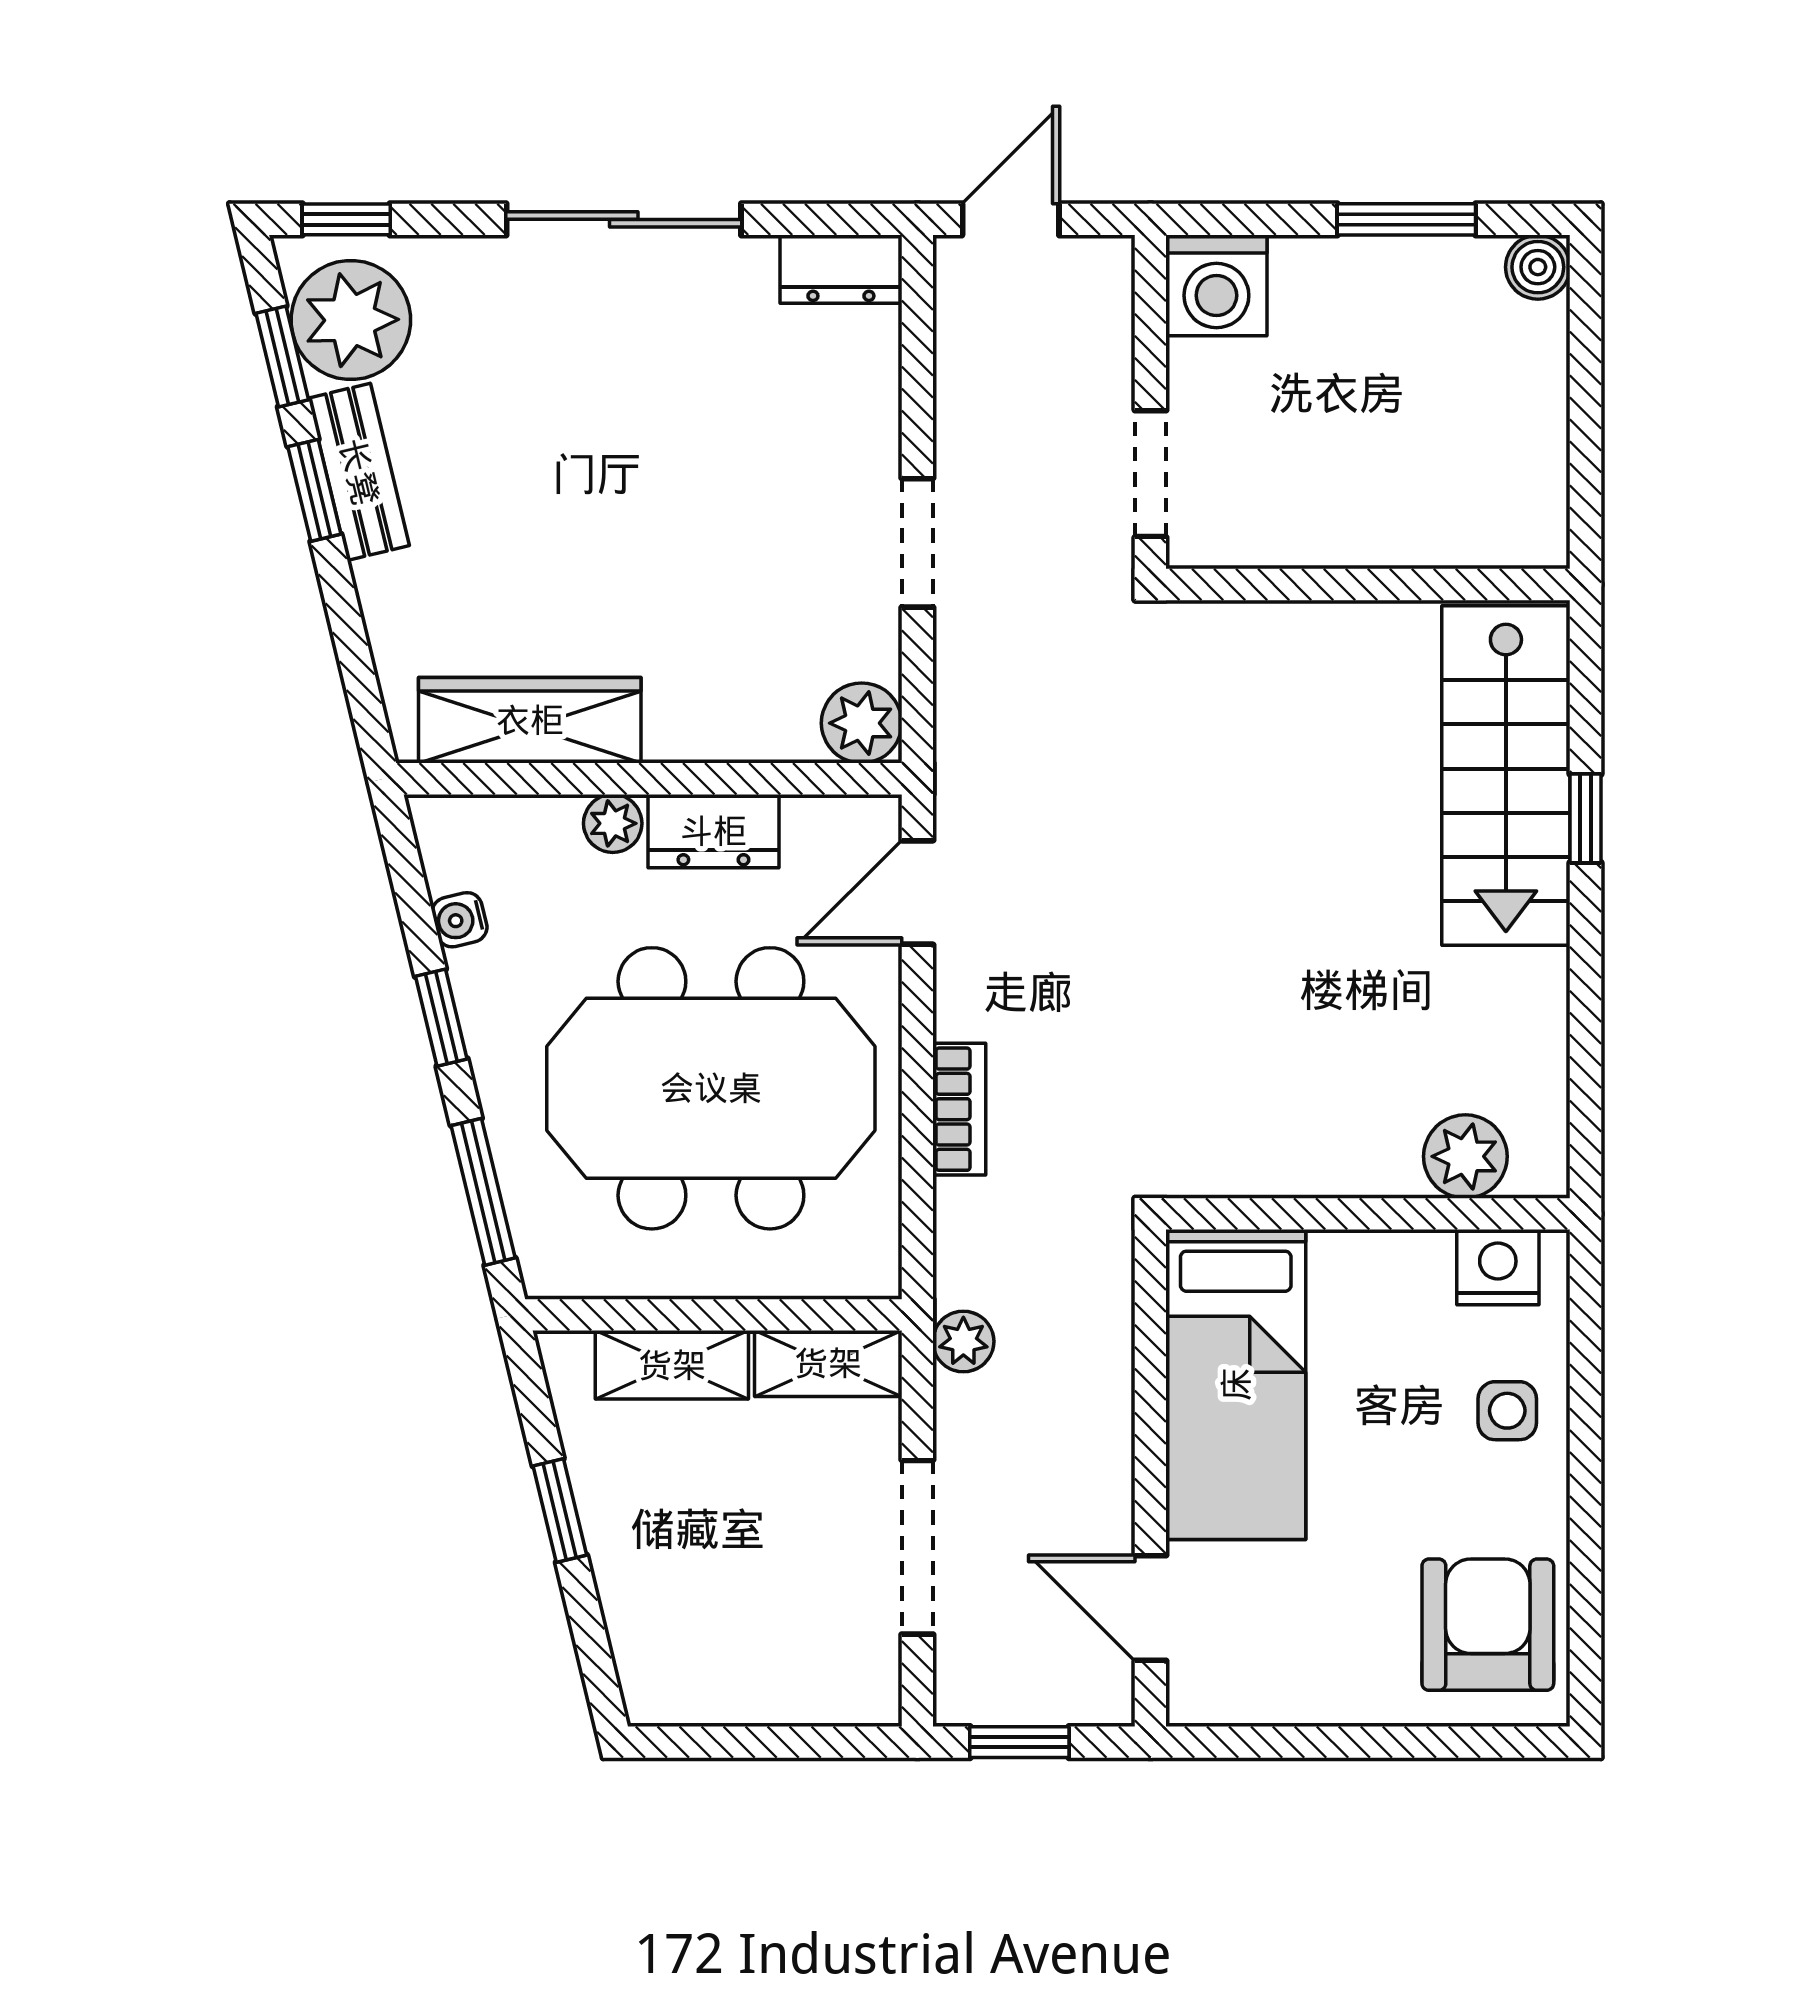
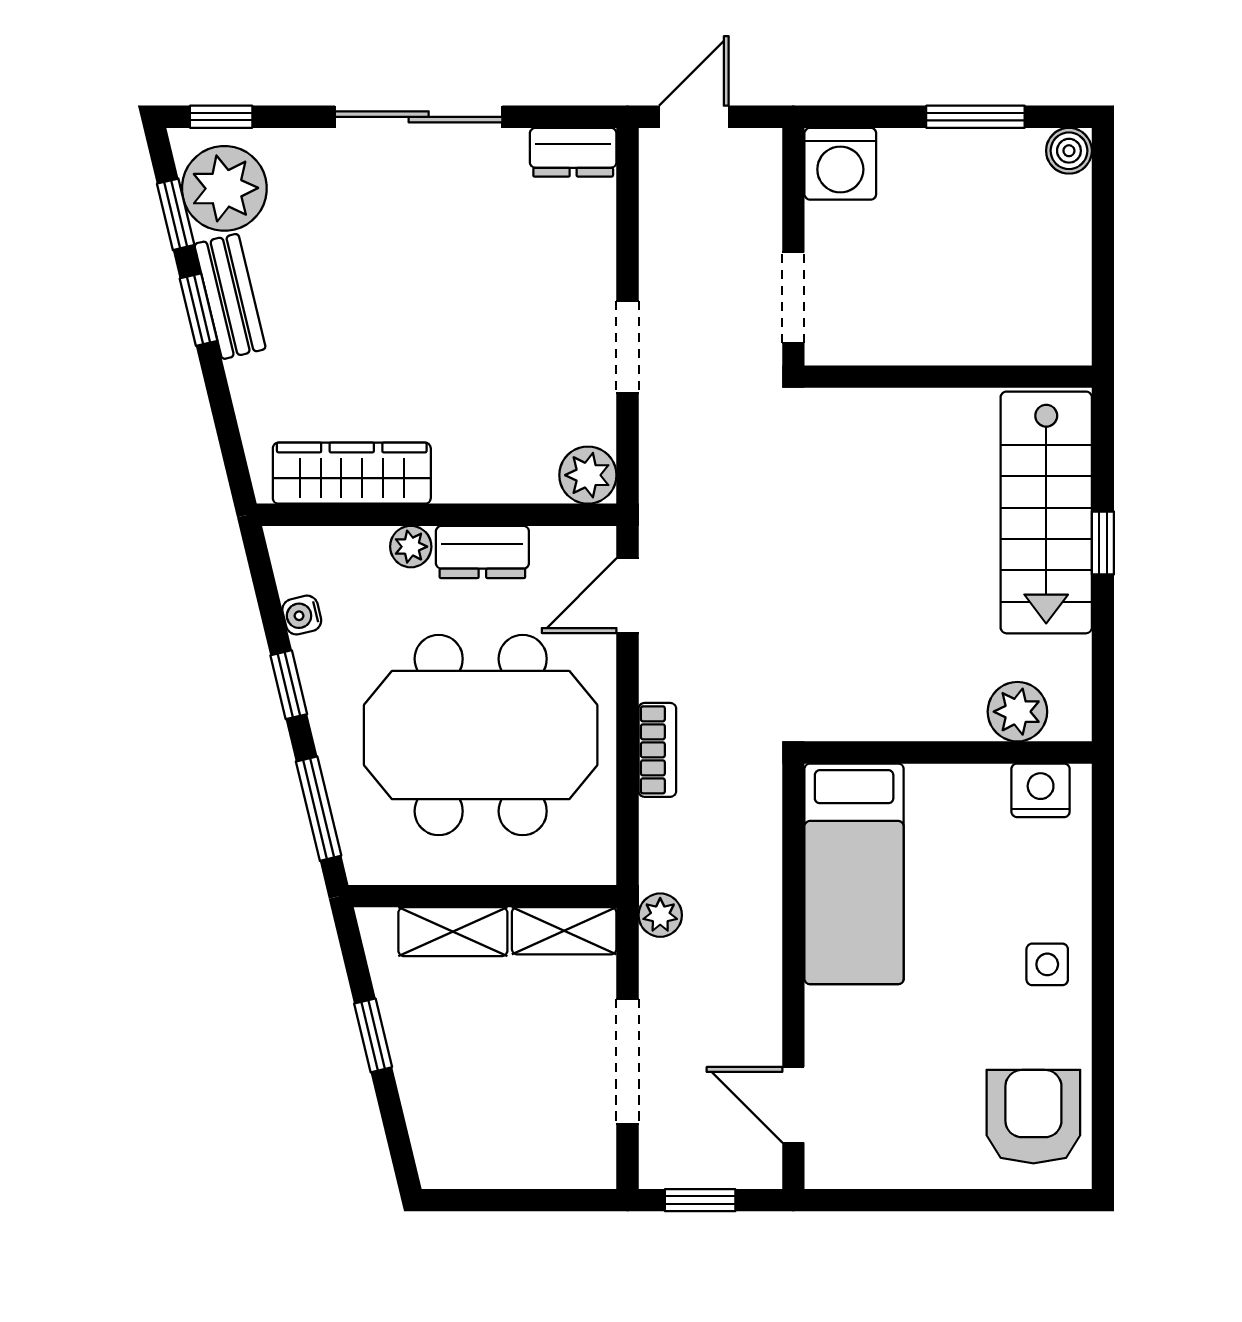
plant: (1465, 1156) -> (1017, 712), moved
wall: (1368, 1214) -> (948, 752), moved
nightstand: (1498, 1267) -> (1041, 790), moved
bed: (1236, 1384) -> (854, 874), moved

